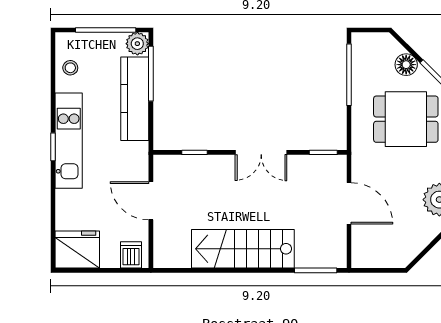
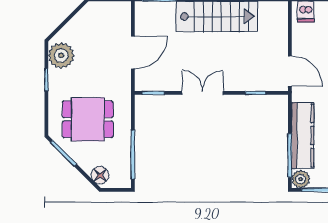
floor lamp: (406, 65) -> (100, 175), moved
door: (151, 201) -> (290, 71), moved
door: (349, 203) -> (133, 52), swing flipped

